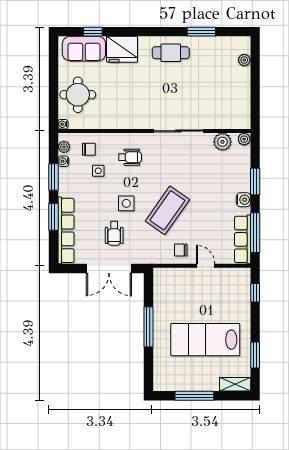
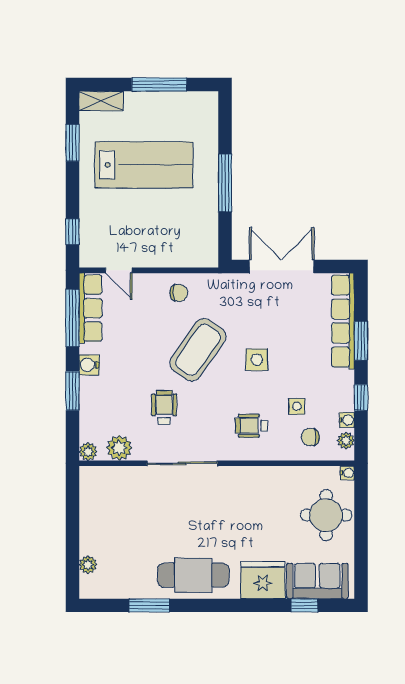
cafe table: (171, 53) -> (193, 575), width x1.37, depth x1.35
window: (53, 177) -> (361, 398), width x0.67
wheelchair: (114, 233) -> (164, 408), moved
door: (206, 266) -> (119, 270), moved

